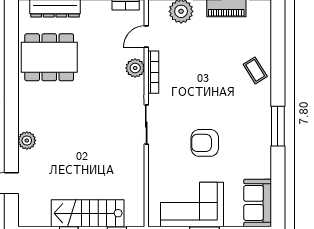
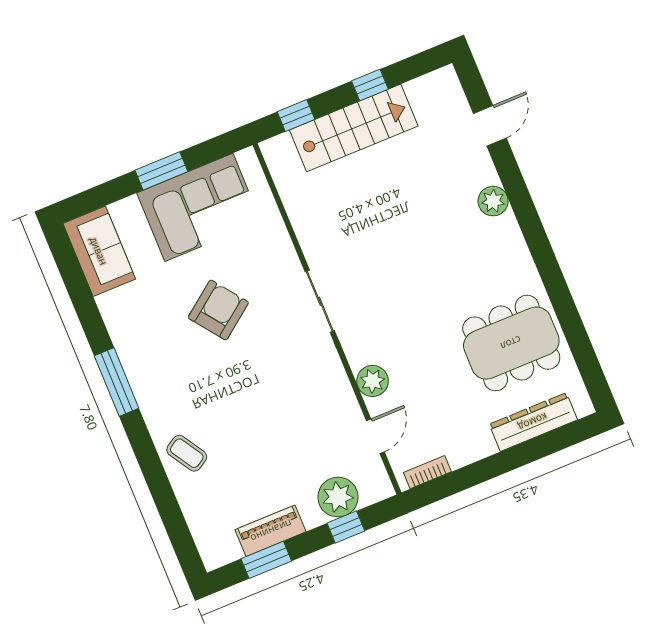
bookcase: (153, 72) -> (342, 386), removed
armchair: (205, 143) -> (218, 310), turned -37

